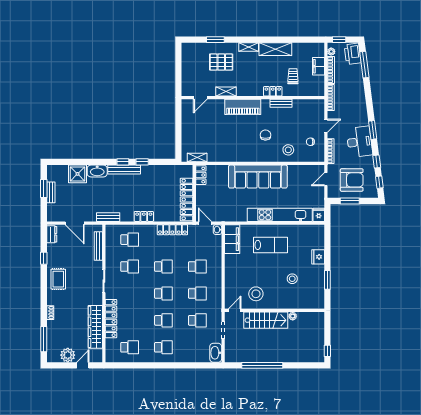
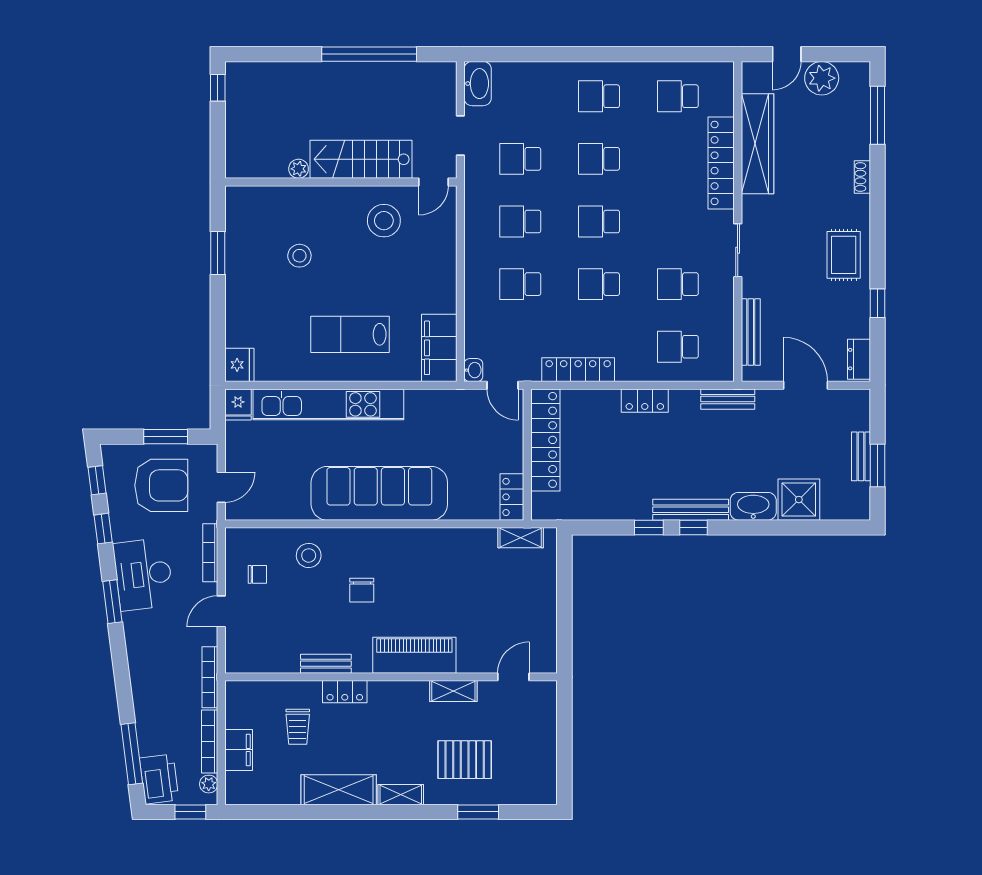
armchair: (352, 180) -> (161, 485), turned 180
fridge: (318, 257) -> (239, 365), moved

